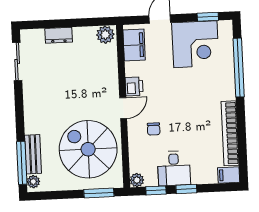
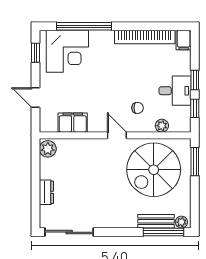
corner desk: (195, 44) -> (67, 51), moved, turned 90
filing cabinet: (134, 45) -> (73, 123), moved
sliding door: (17, 62) -> (69, 232), width x1.37
printer: (134, 86) -> (97, 124), removed
plant: (137, 180) -> (162, 126), moved

